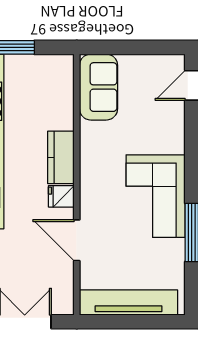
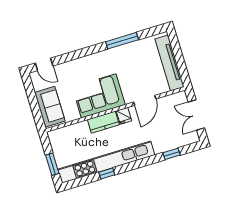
sofa: (98, 87) -> (50, 107), moved, turned 90
corner sofa: (156, 196) -> (99, 96), moved, turned 180

